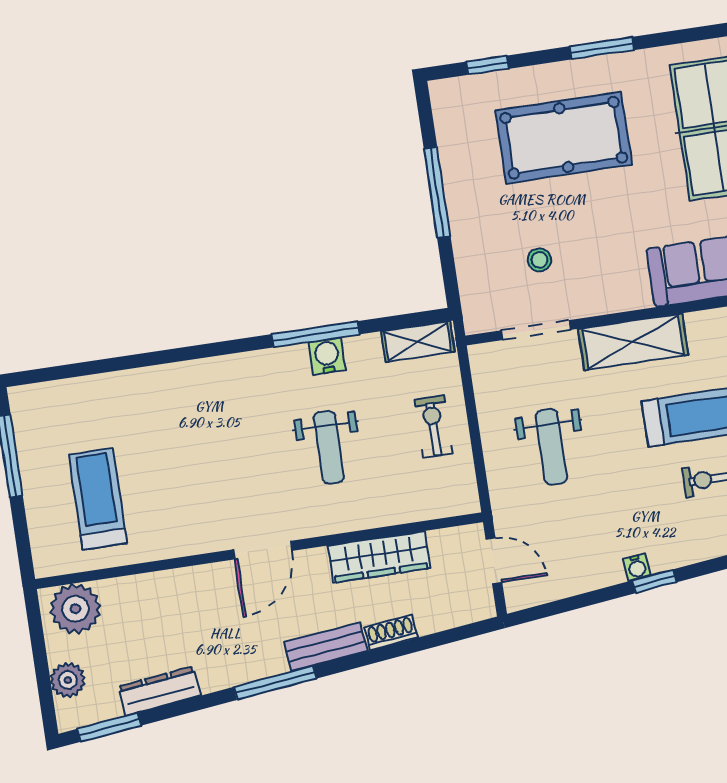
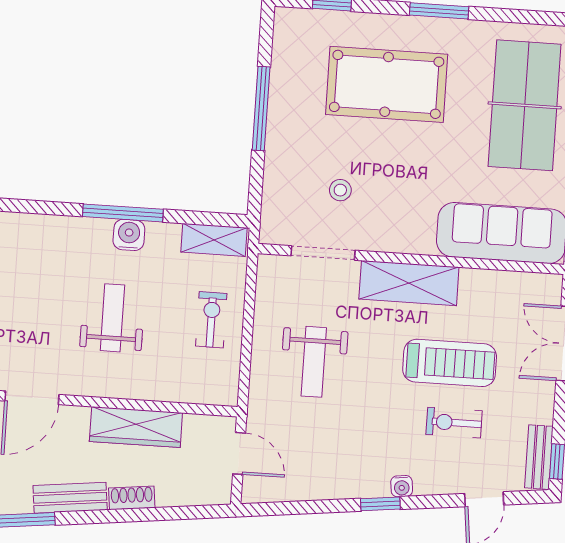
weight bench: (329, 447) -> (112, 318), turned 180
water cooler: (637, 567) -> (402, 486), moved

